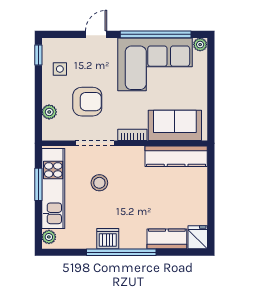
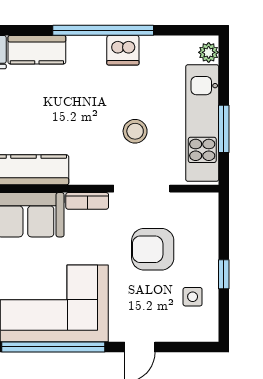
window: (38, 55) -> (224, 274), moved
plant: (49, 112) -> (208, 234), removed

